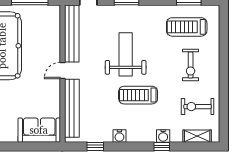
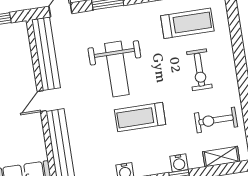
treadmill: (187, 27) -> (187, 23), turned 180
weight bench: (126, 54) -> (117, 69), turned 180

